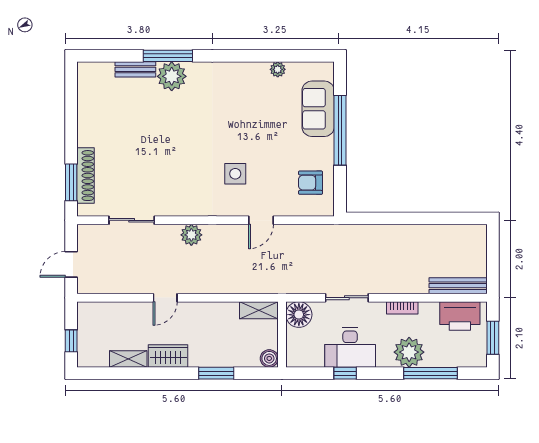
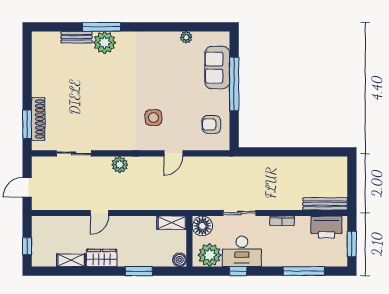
plant: (409, 352) -> (210, 255), moved

